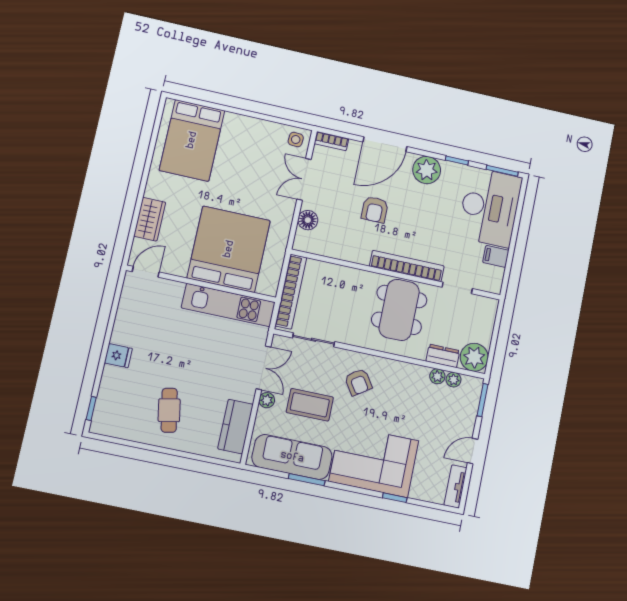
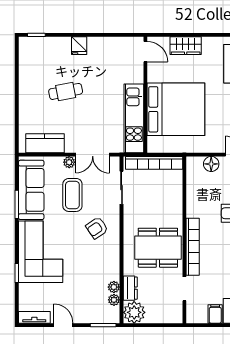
cafe table: (169, 410) -> (66, 91), moved

